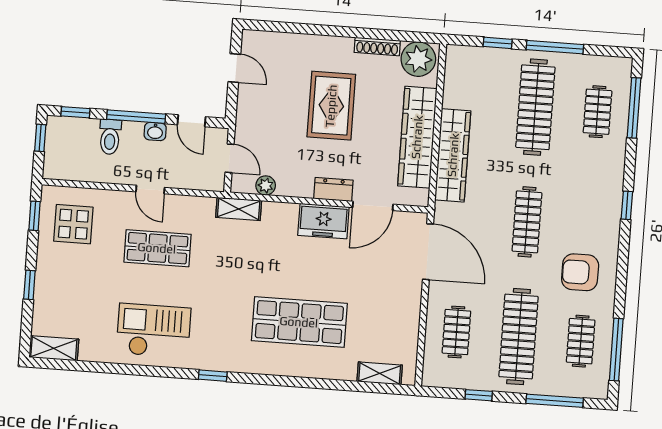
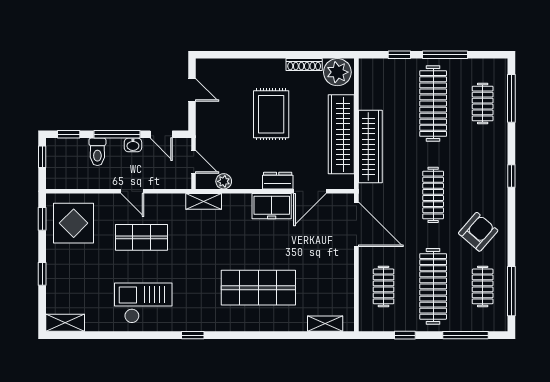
display table: (73, 224) -> (74, 223), width x1.36, depth x1.36
armchair: (580, 272) -> (478, 232), turned 131

